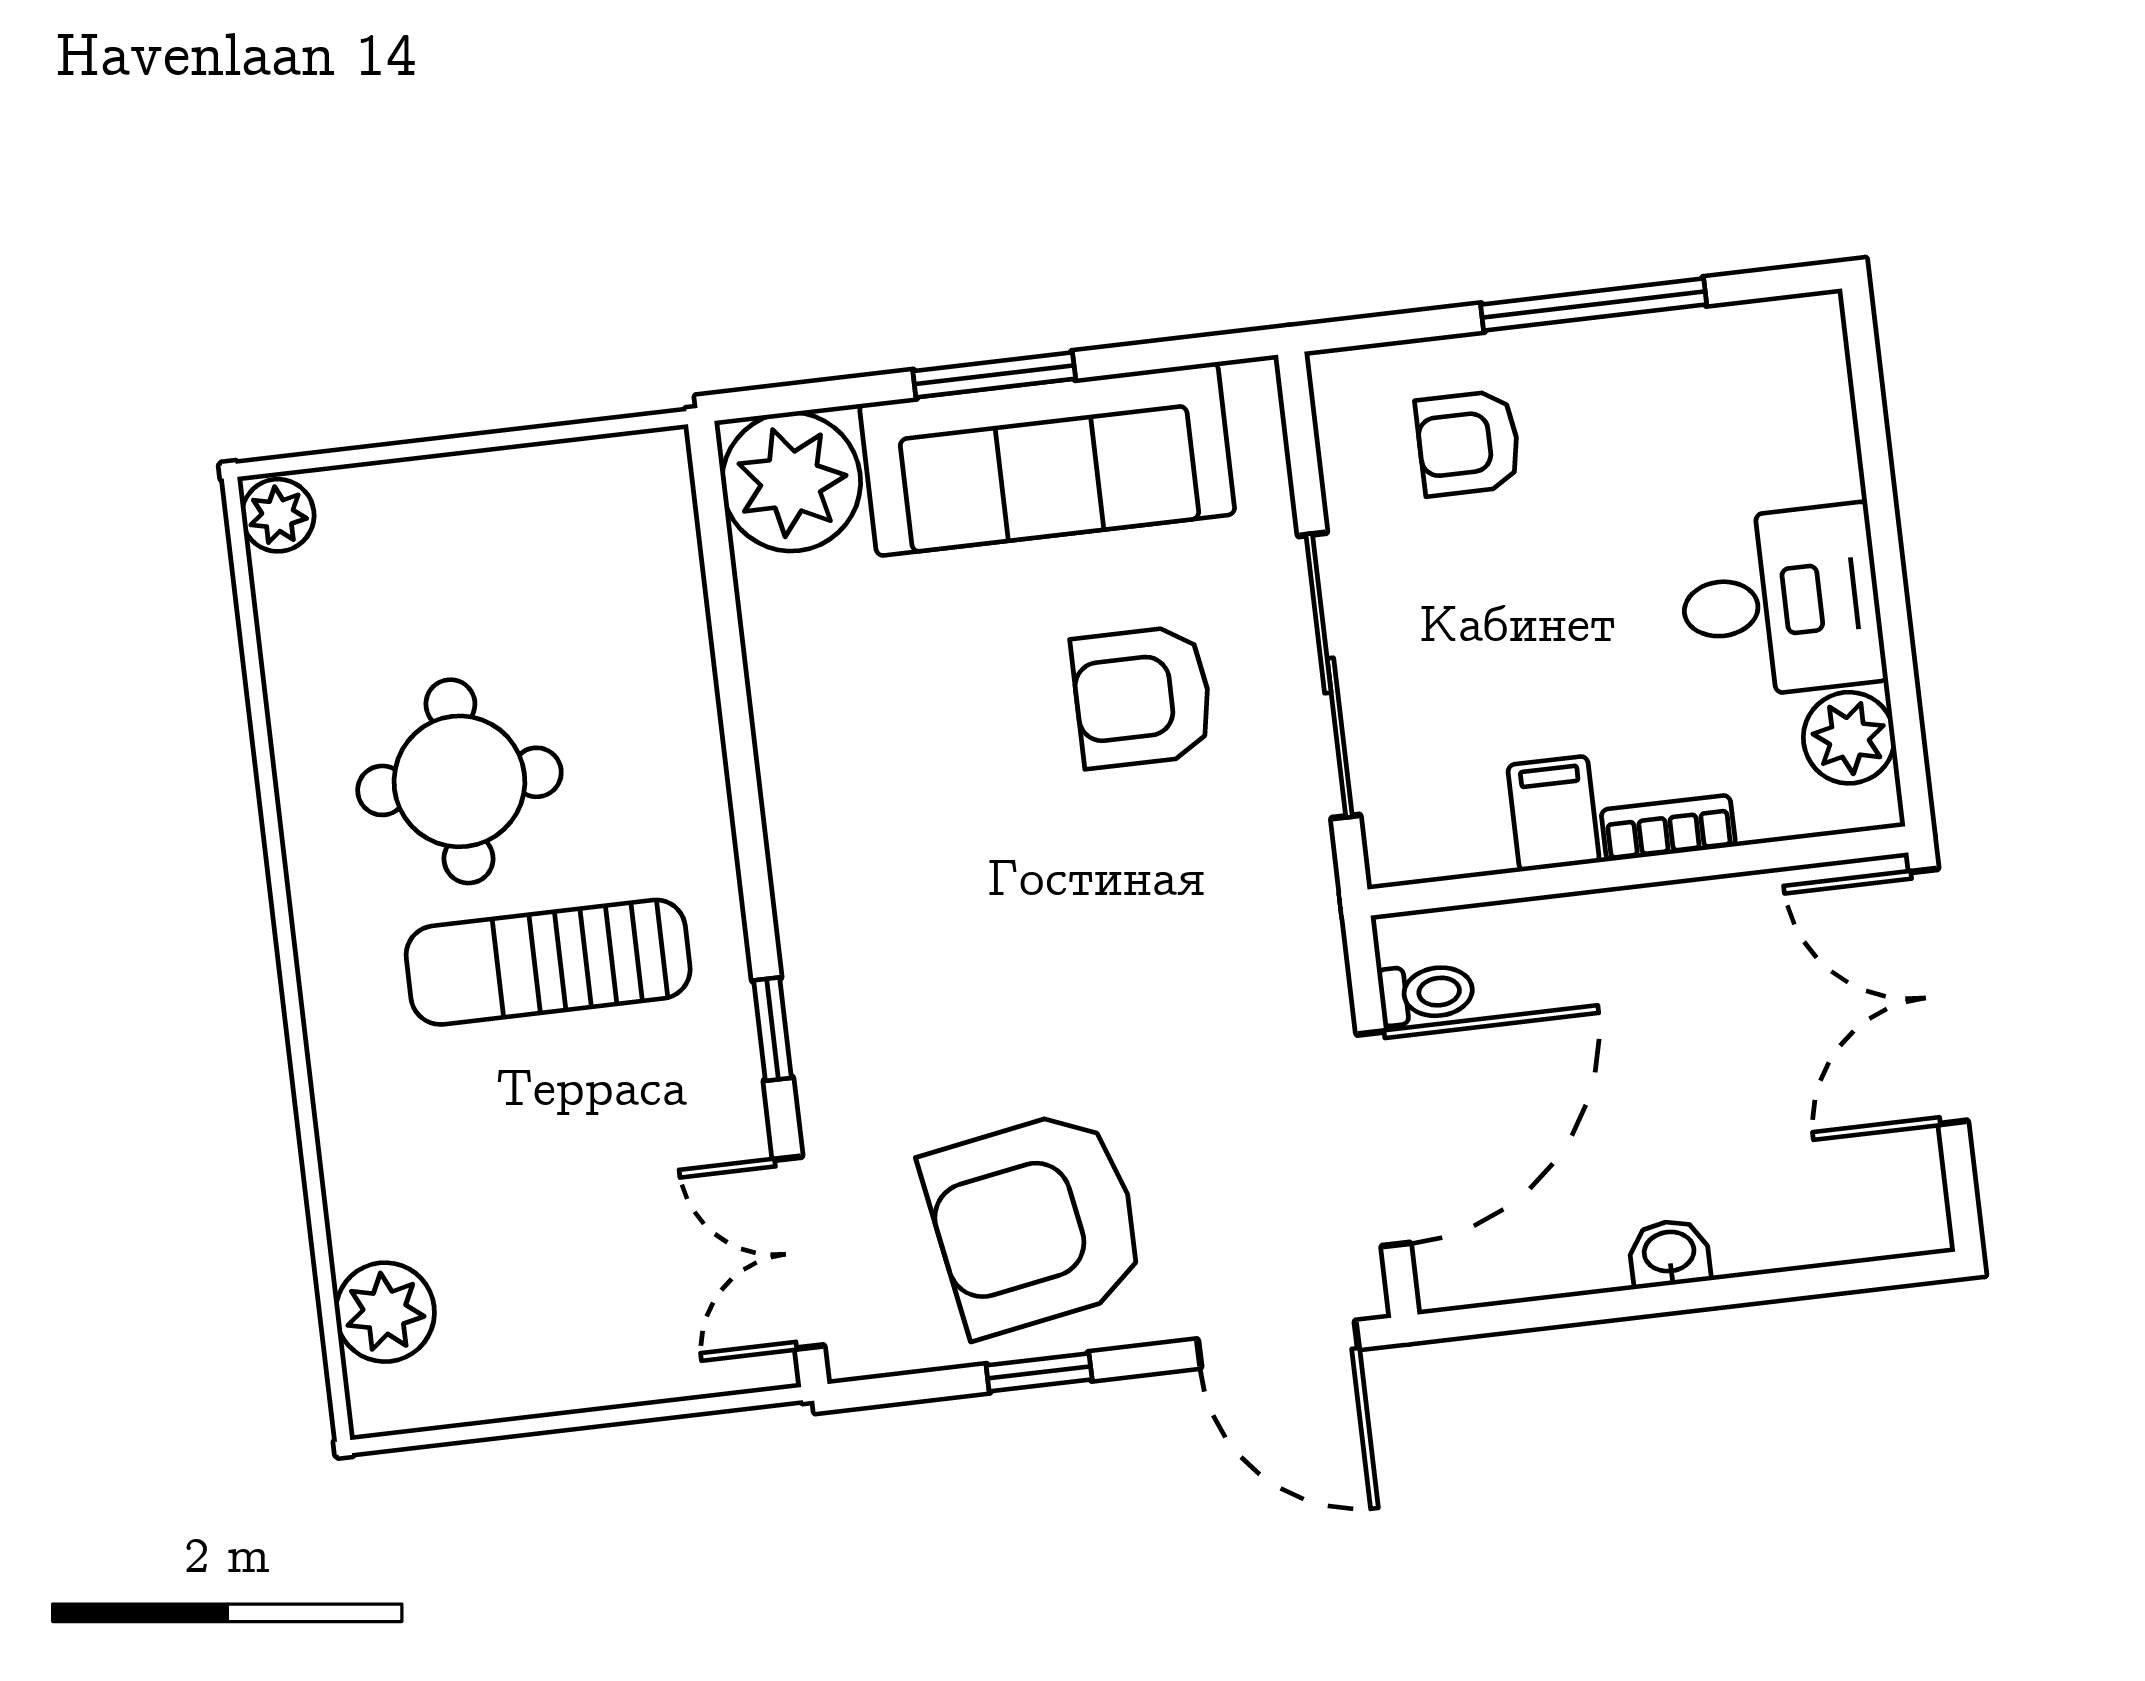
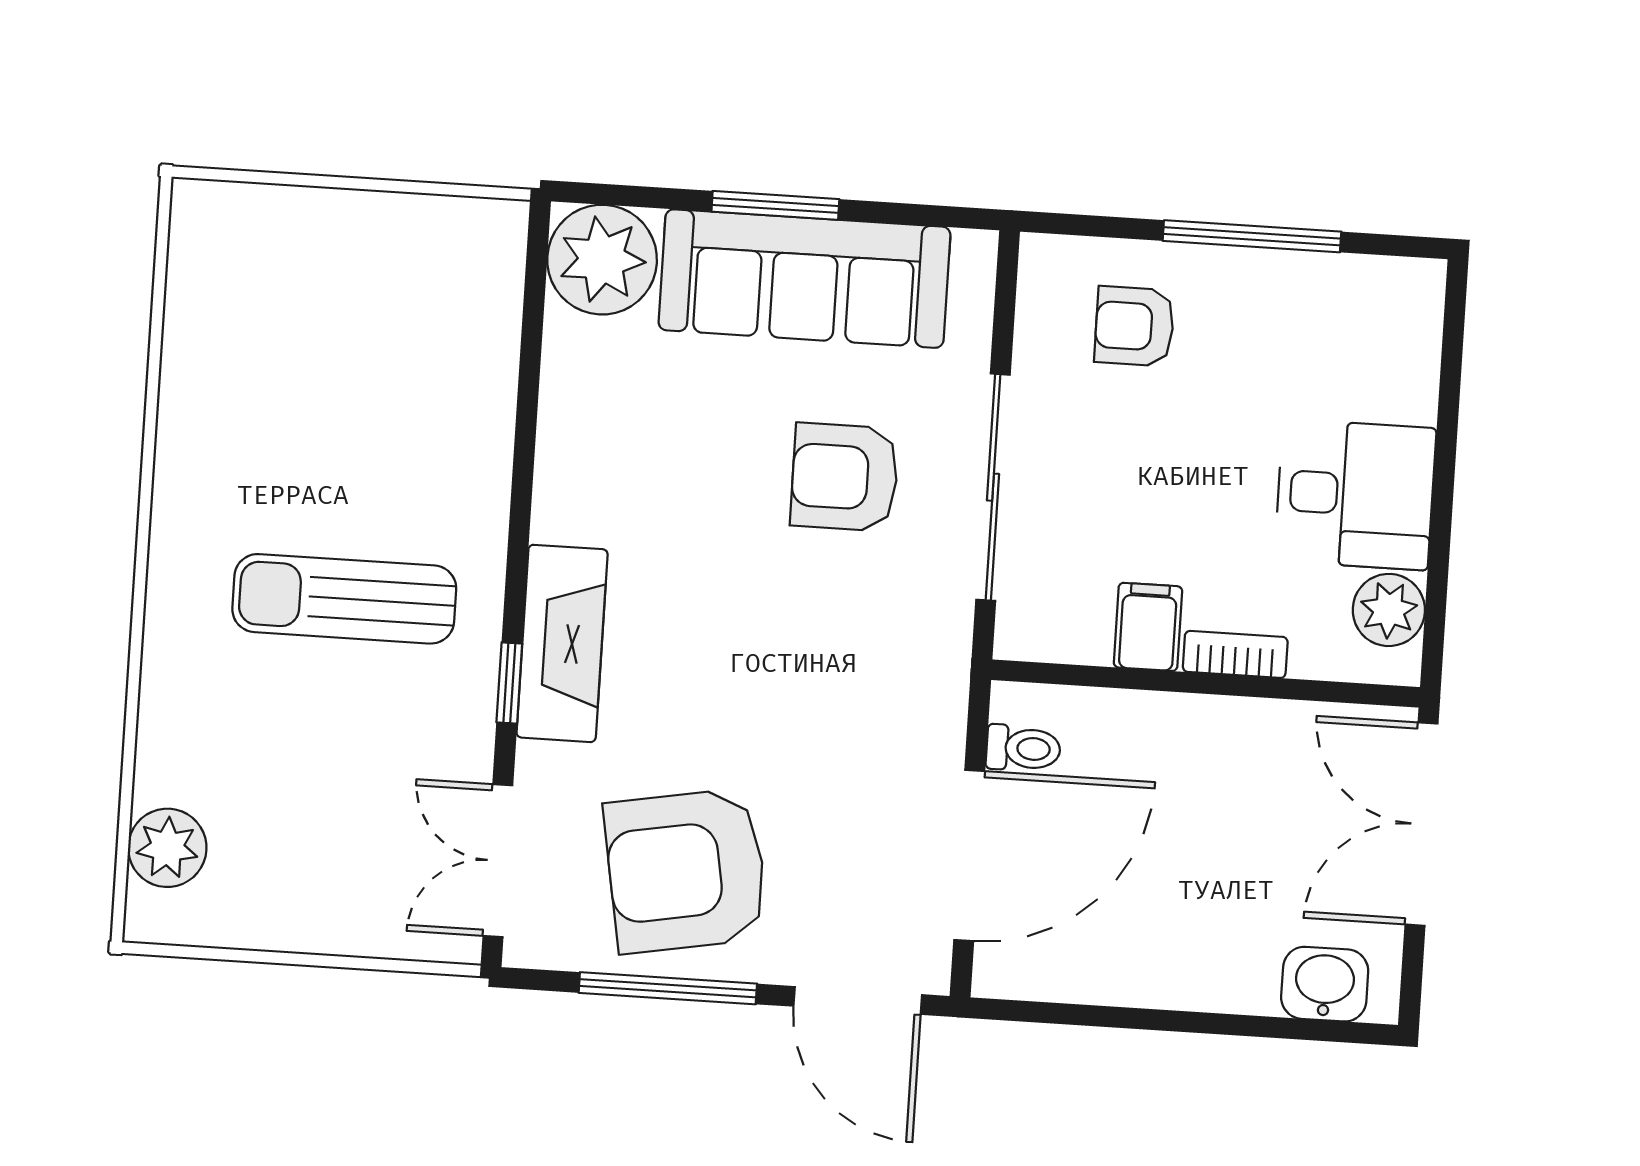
plant: (278, 515) -> (198, 212), removed
round table: (459, 781) -> (301, 445), removed
fireplace: (829, 968) -> (562, 643), added
washbasin: (1669, 1253) -> (1325, 984), moved, width x1.38, depth x1.45
window: (1039, 1372) -> (668, 988), width x2.17

